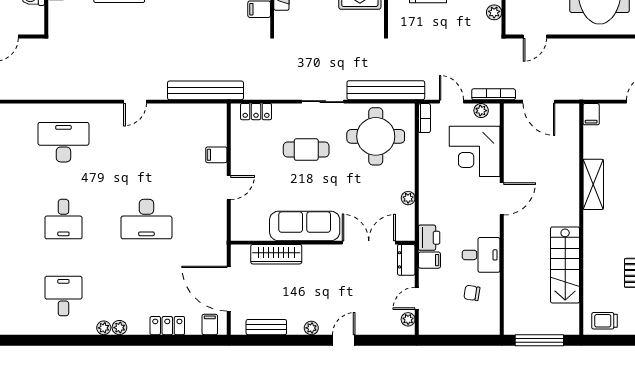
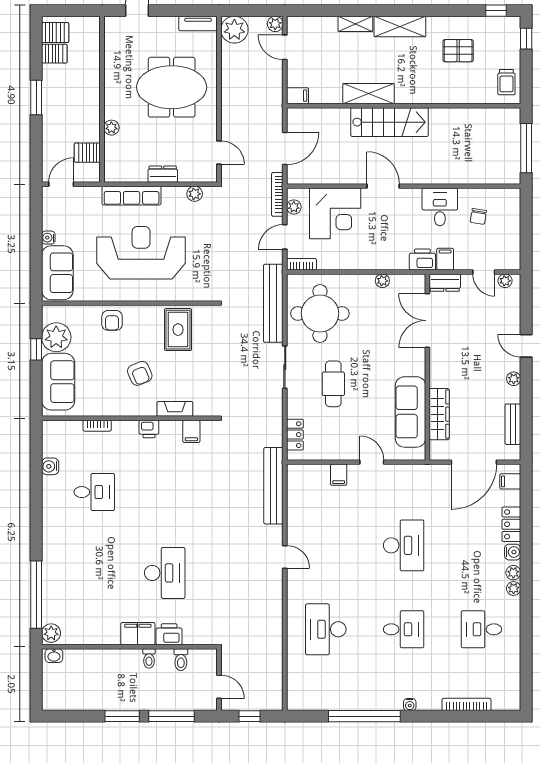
sofa: (305, 226) -> (411, 412), moved
stairs: (565, 265) -> (390, 122), moved
water cooler: (140, 327) -> (513, 552), added

